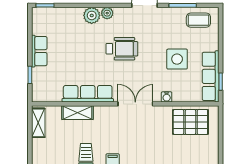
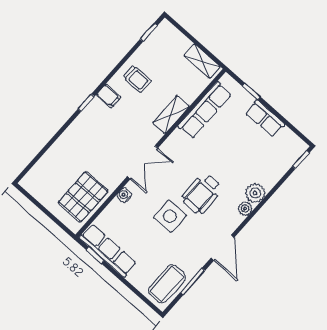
coffee table: (198, 20) -> (167, 284), width x1.36, depth x1.30
side table: (177, 59) -> (170, 216), moved
row of seats: (88, 94) -> (205, 110), moved
shelving: (77, 113) -> (171, 115), moved

